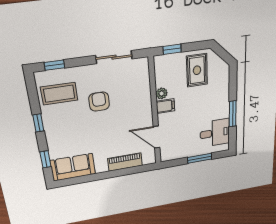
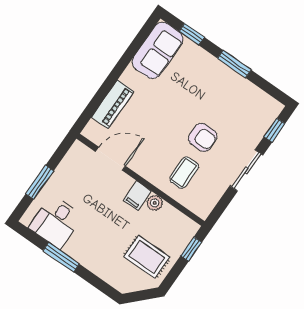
sliding door: (114, 57) -> (246, 170), moved
coffee table: (59, 94) -> (184, 173), moved, width x0.73, depth x0.77
window: (38, 123) -> (234, 64), width x1.50

